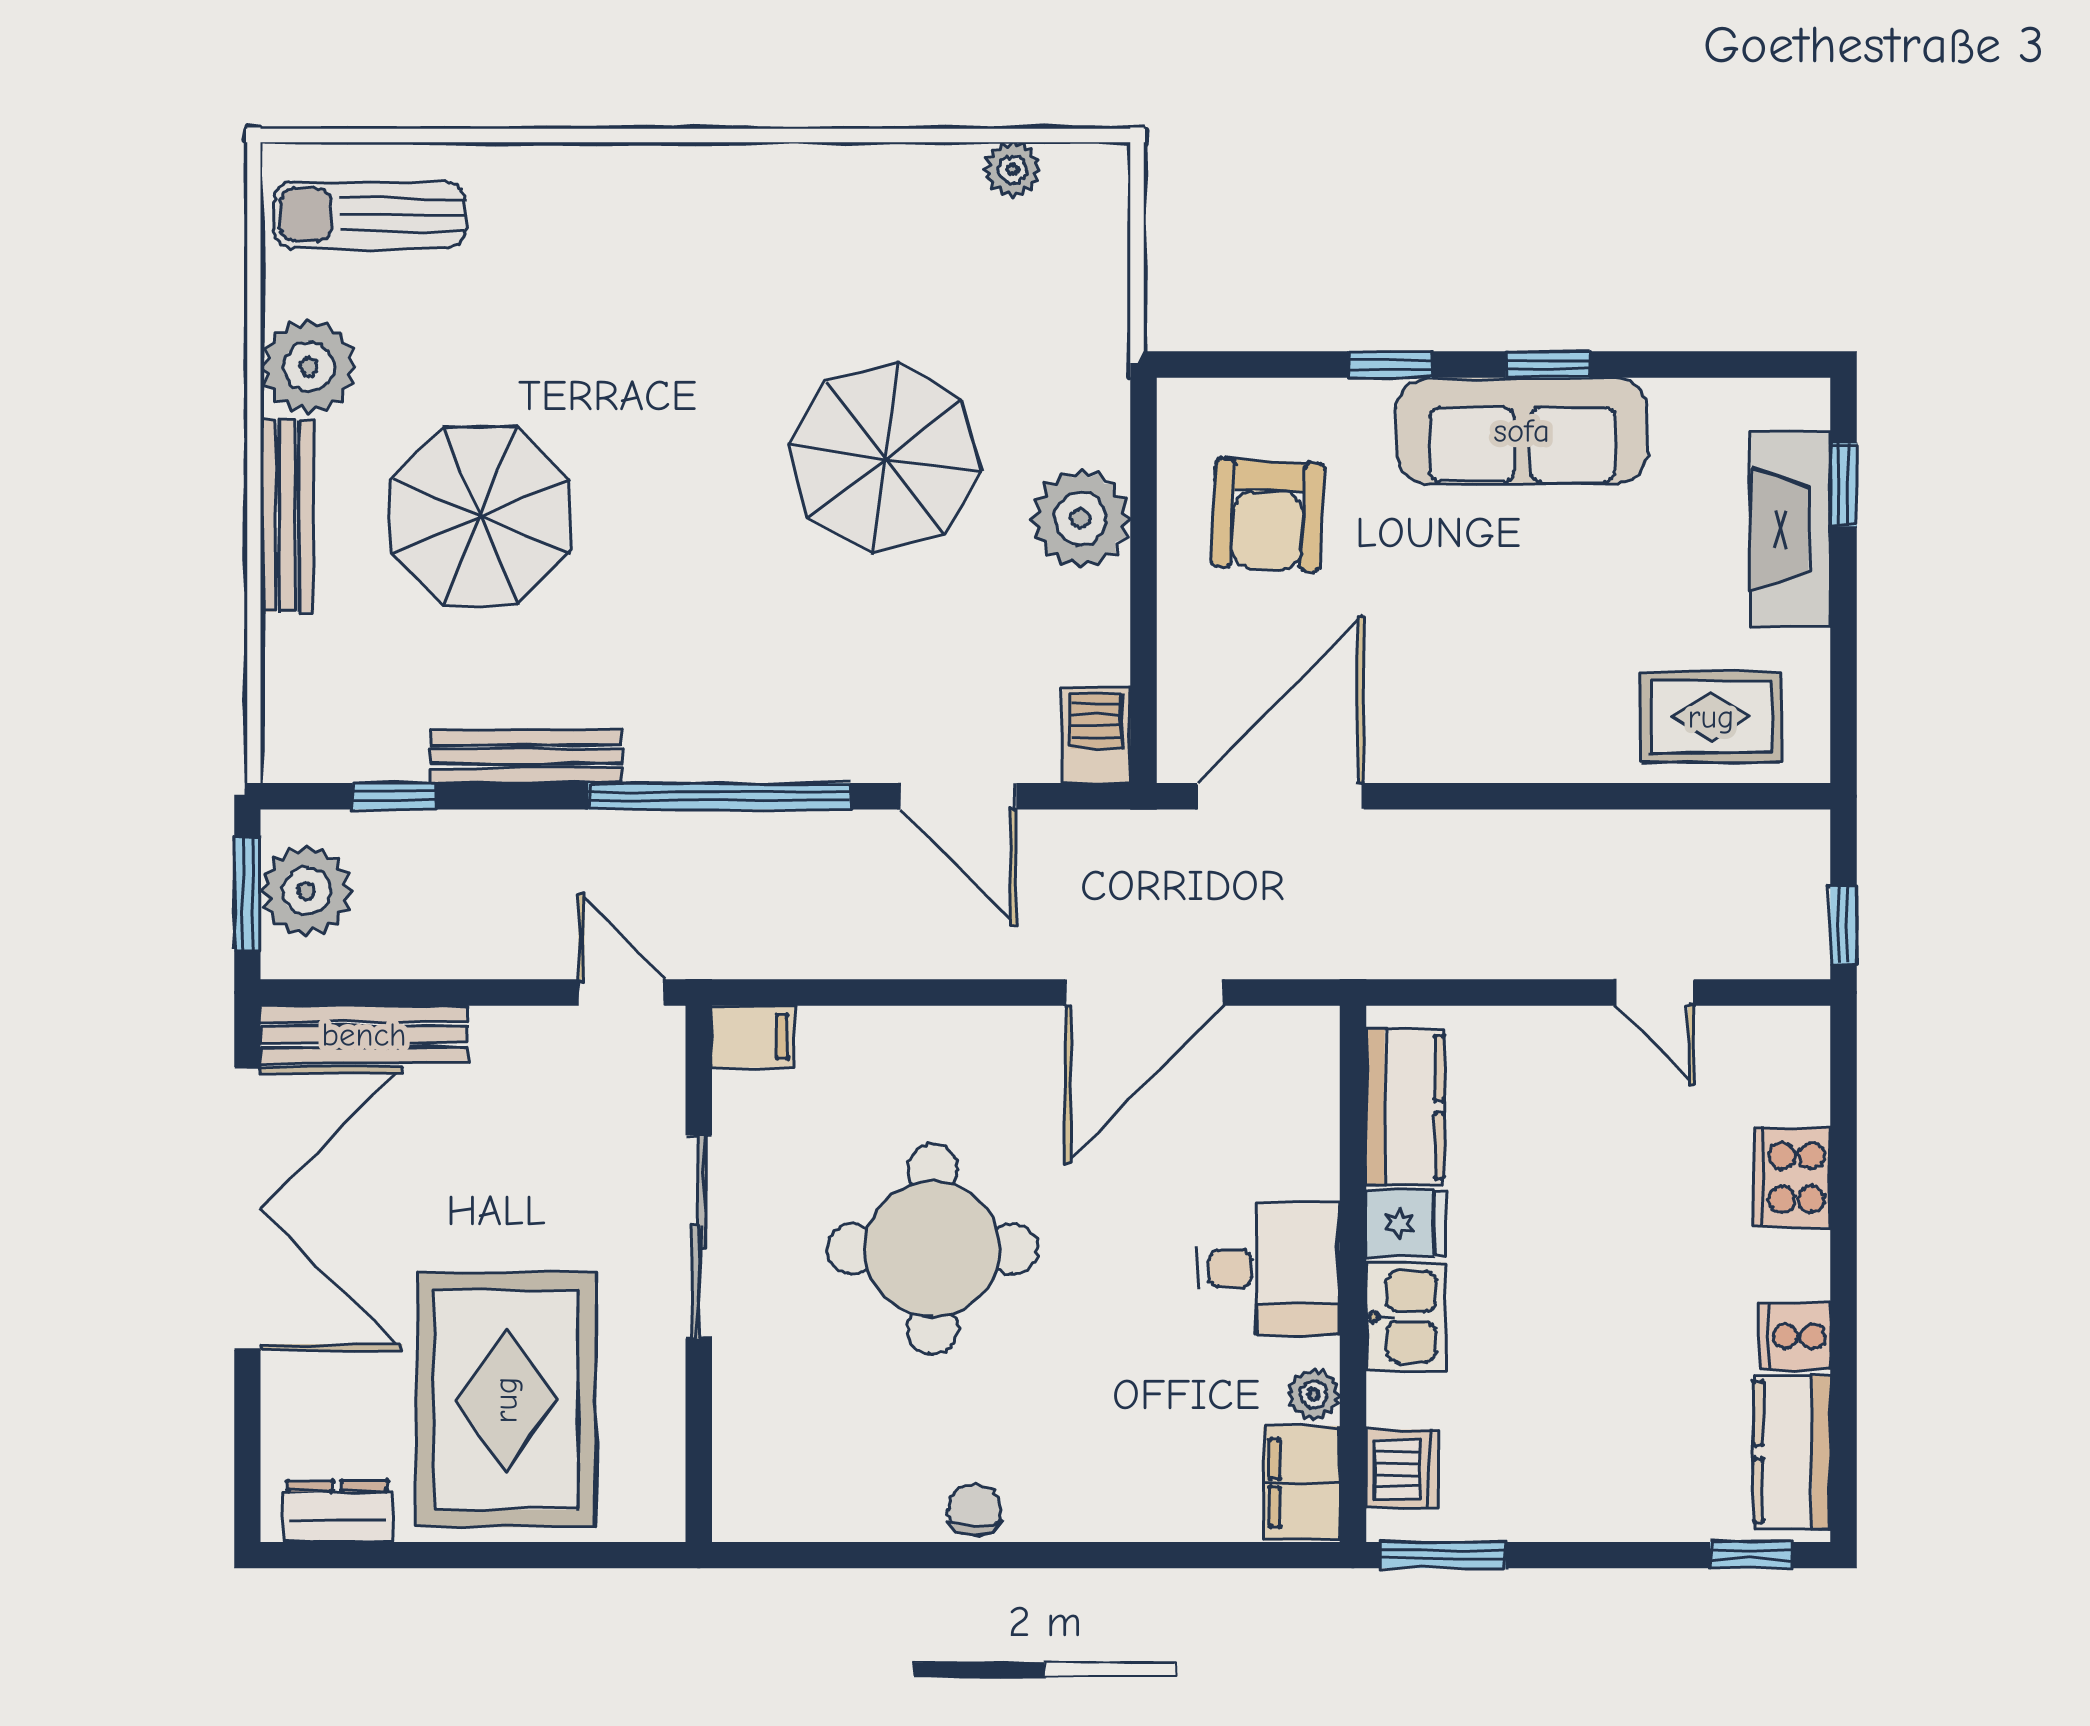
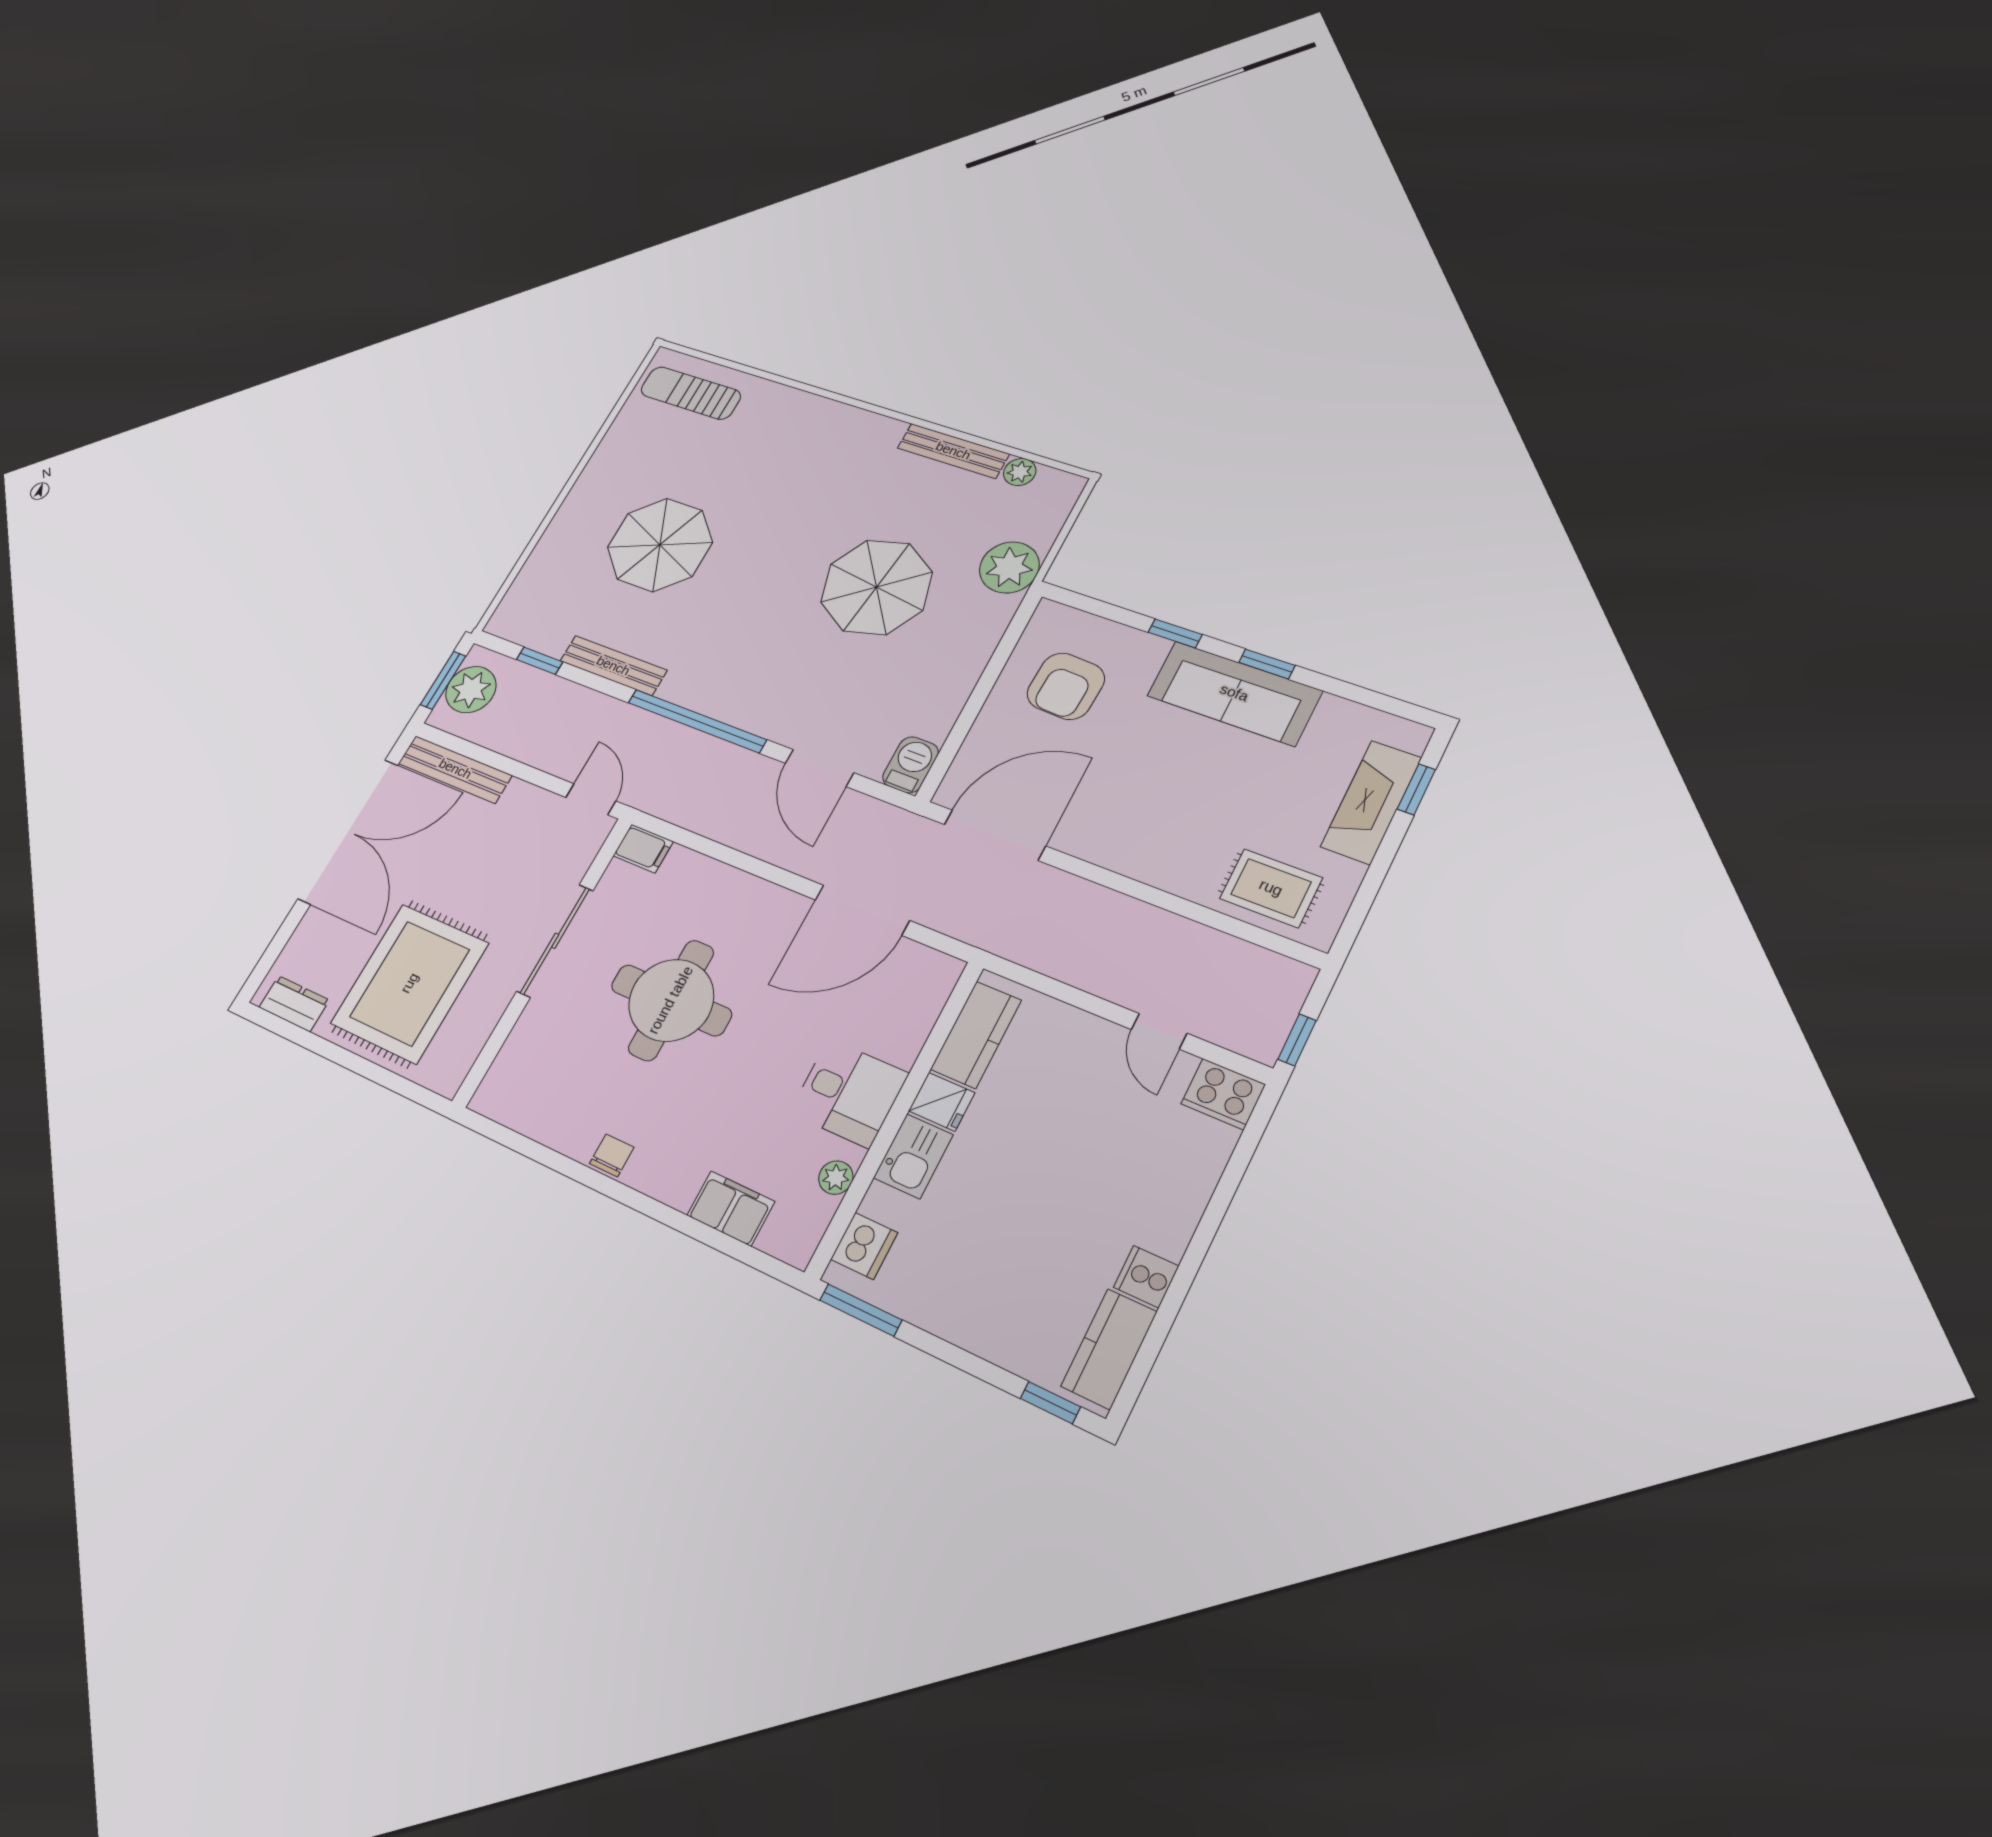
plant: (309, 367) -> (621, 450), removed
bench: (287, 516) -> (953, 451), moved, turned 90
plant: (1081, 519) -> (1009, 567), moved
cooker: (1792, 1178) -> (1223, 1094), moved, turned -90
filing cabinet: (1302, 1483) -> (731, 1208), moved, turned 90

